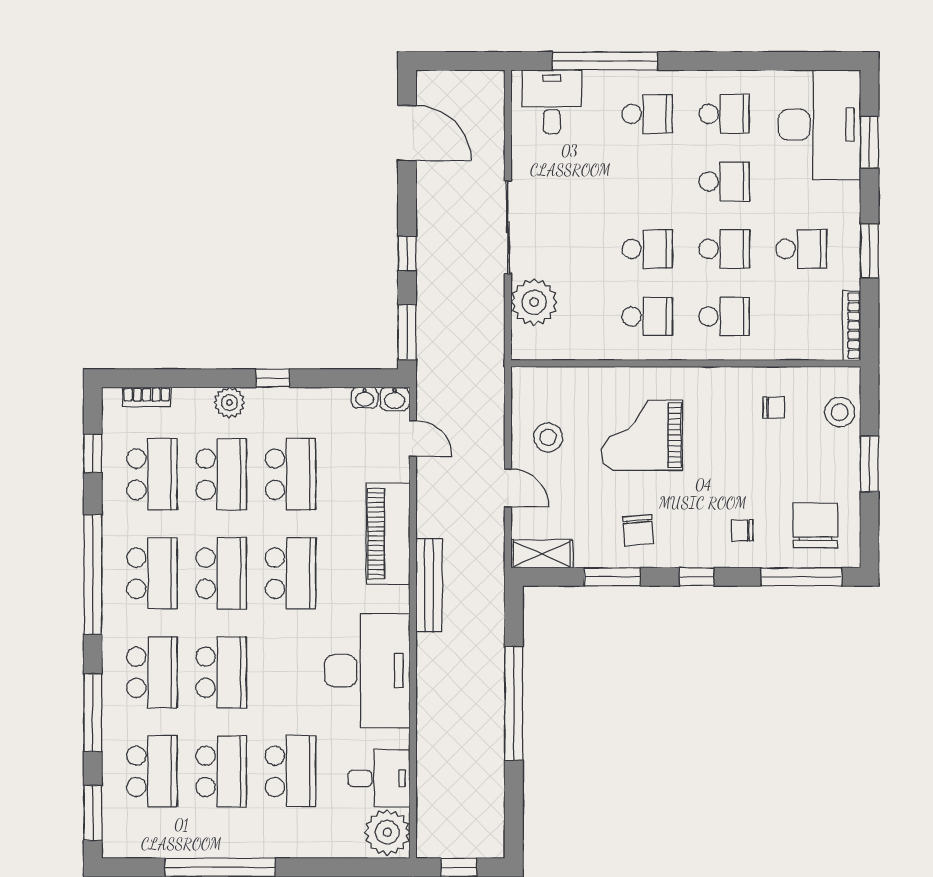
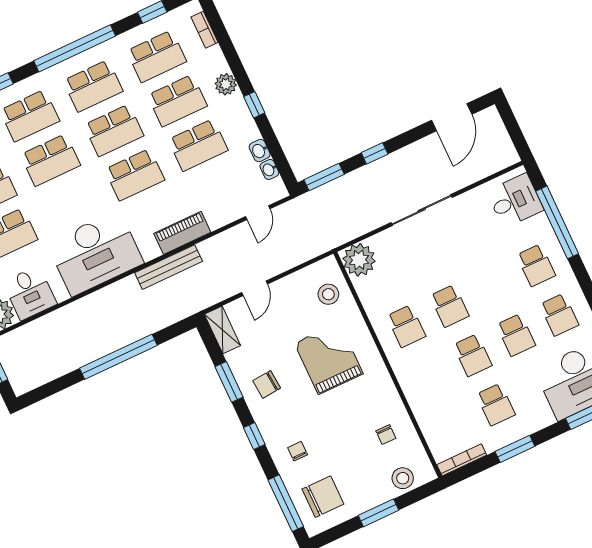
plant: (534, 302) -> (359, 260), moved
school desk: (724, 317) -> (429, 375), removed
washbasin: (395, 399) -> (260, 151), moved
stool: (548, 437) -> (328, 294), moved
piano: (388, 534) -> (182, 233), width x0.73, depth x0.75

